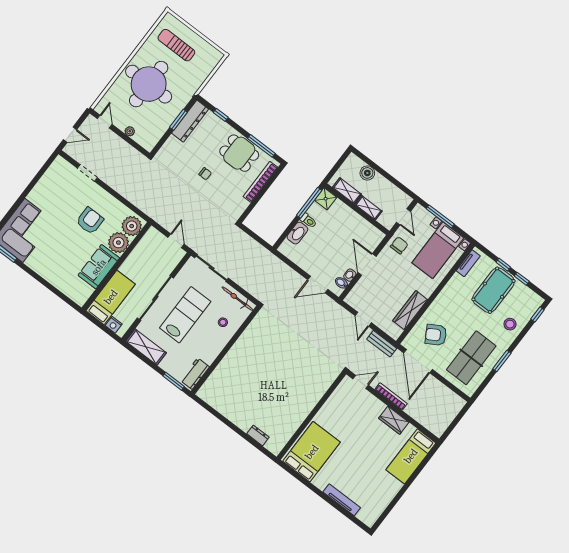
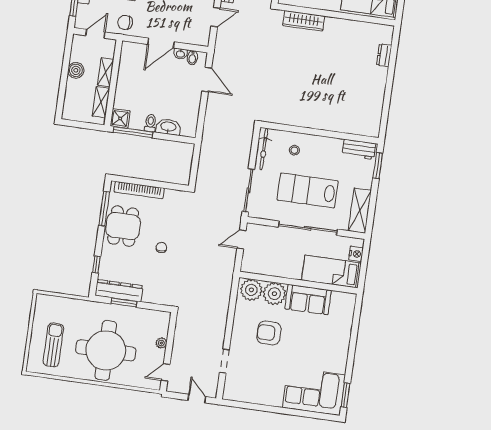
sun lounger: (176, 45) -> (53, 345), turned 180
boiler: (367, 173) -> (76, 70), moved
wardrobe: (321, 387) -> (304, 21), added

